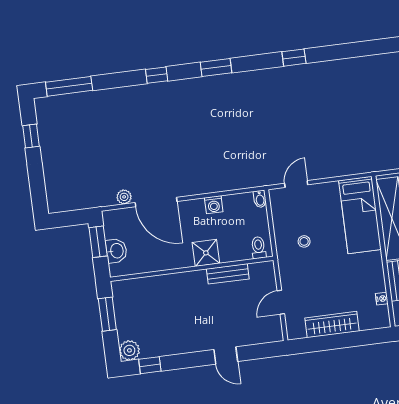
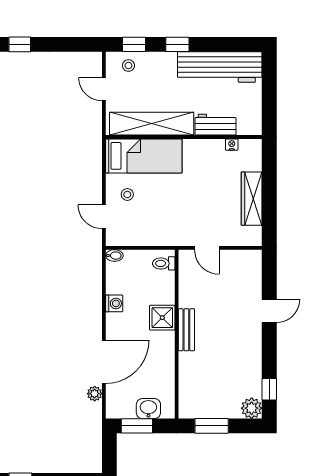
stool: (304, 241) -> (127, 194), moved
bench: (228, 274) -> (186, 330), moved
door: (281, 302) -> (207, 248), moved

